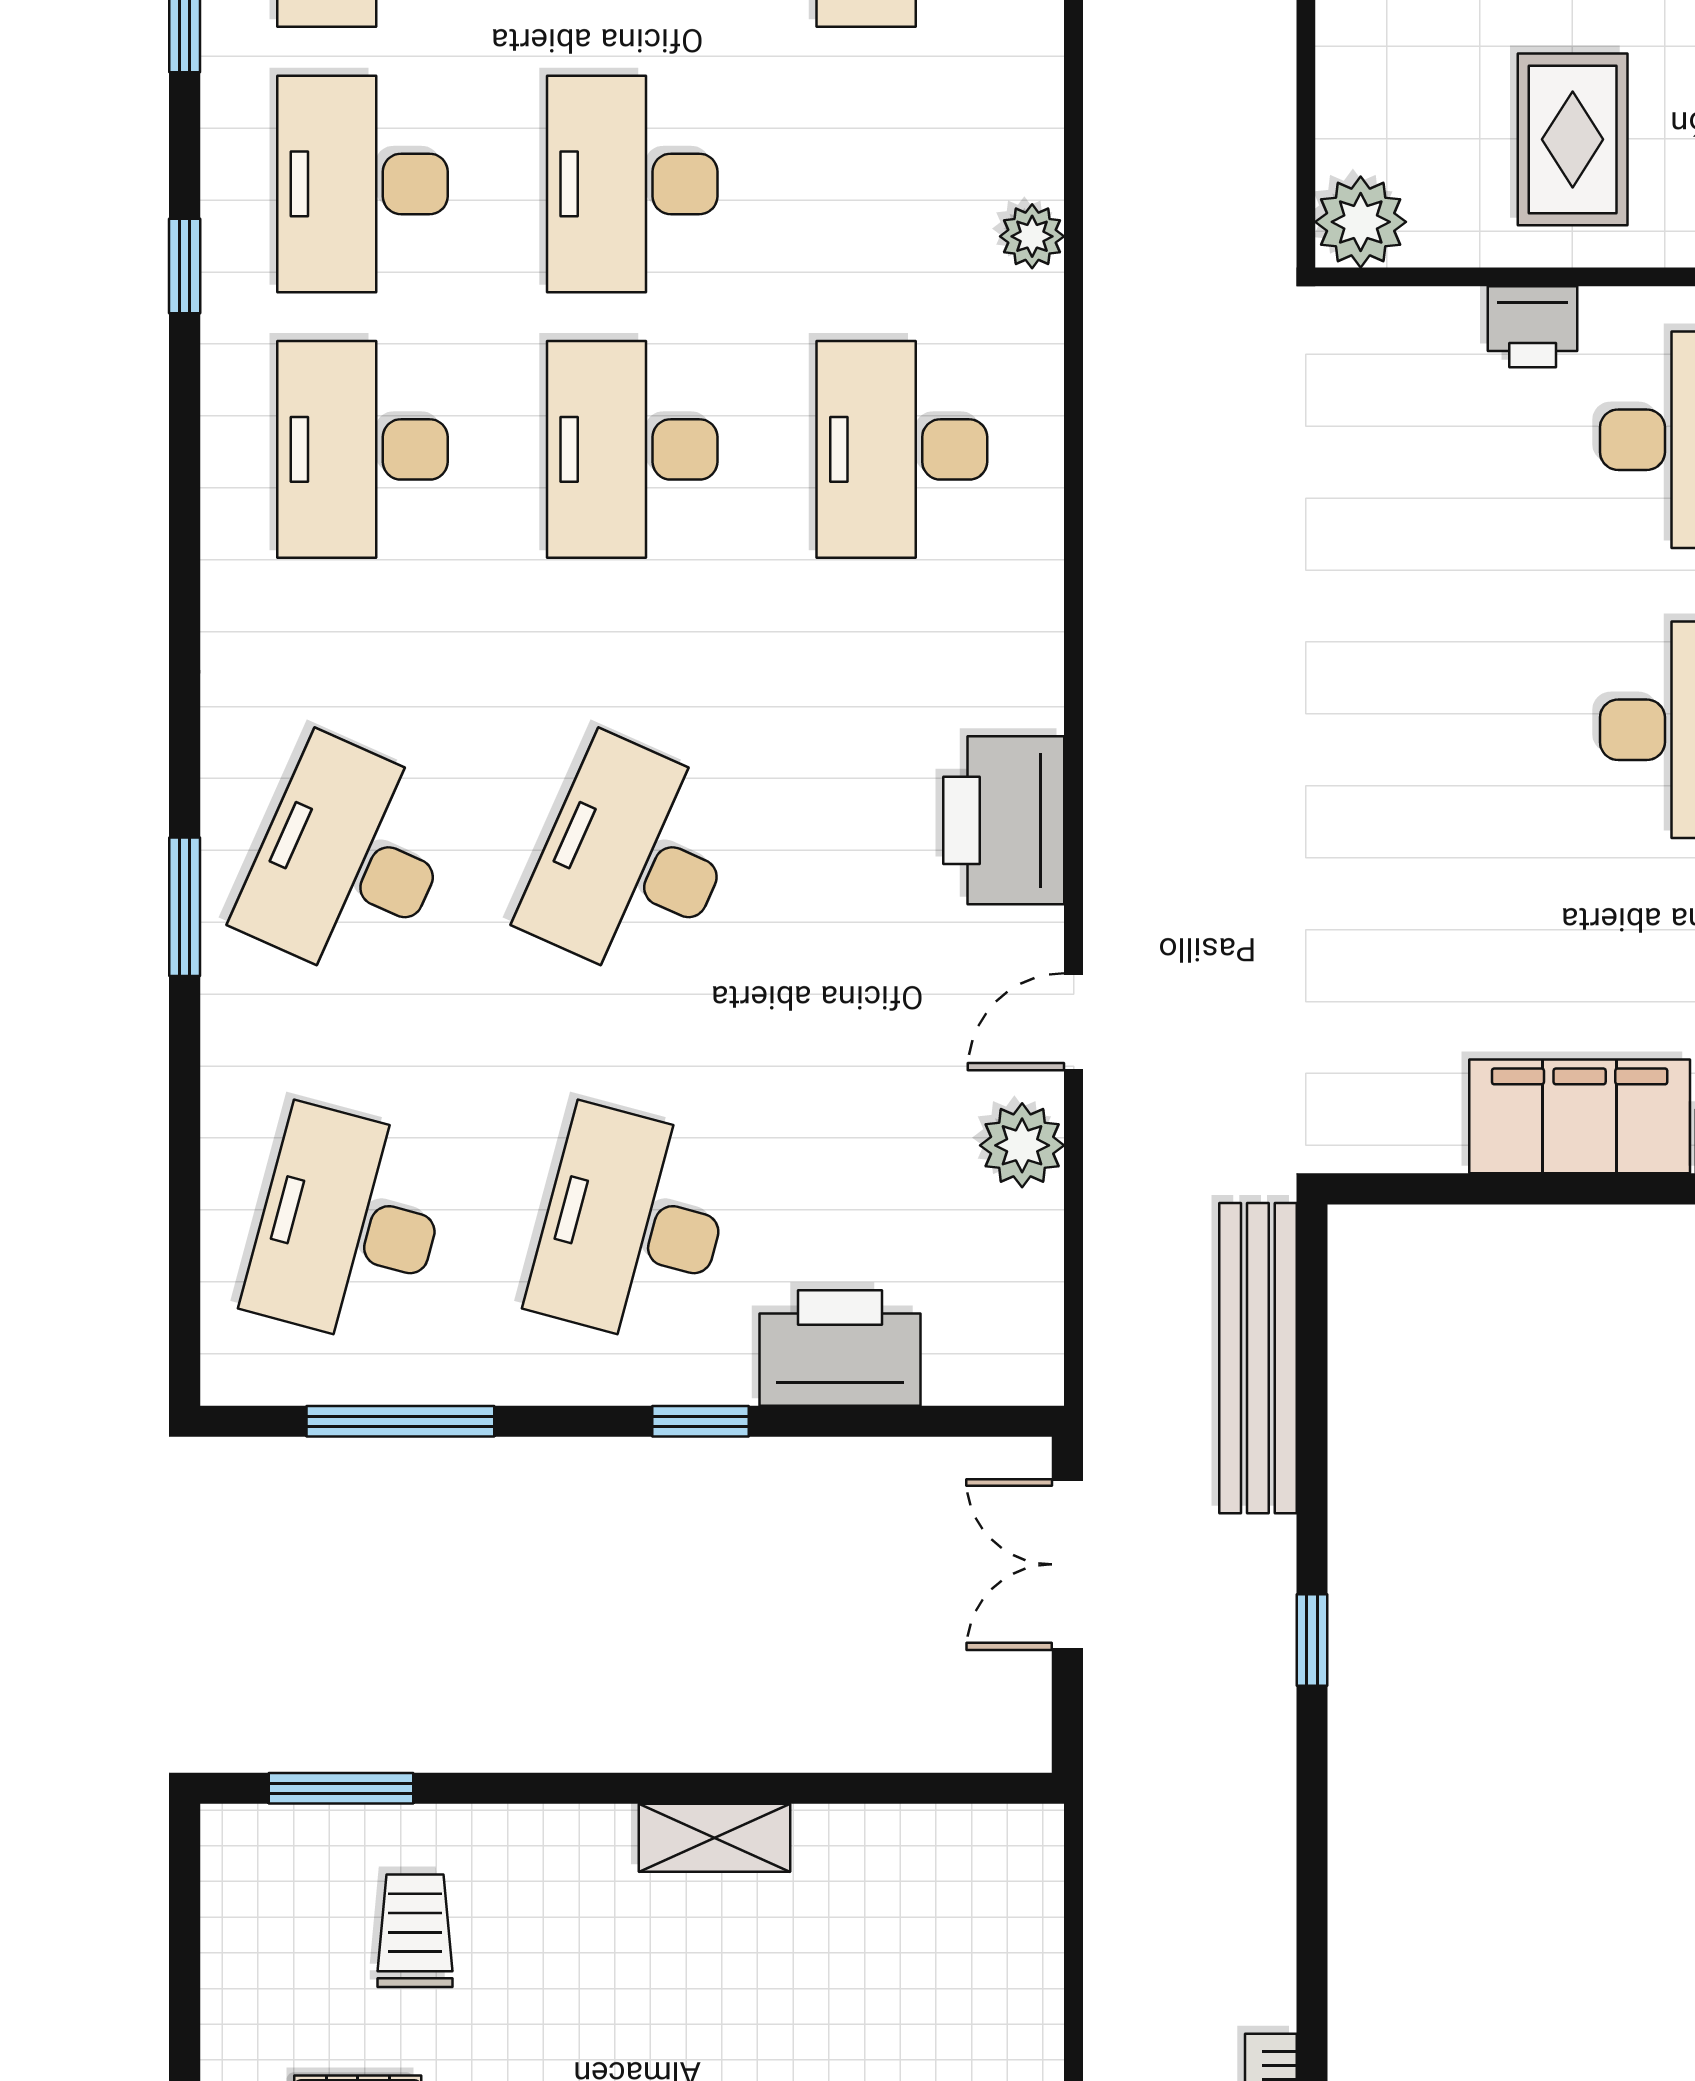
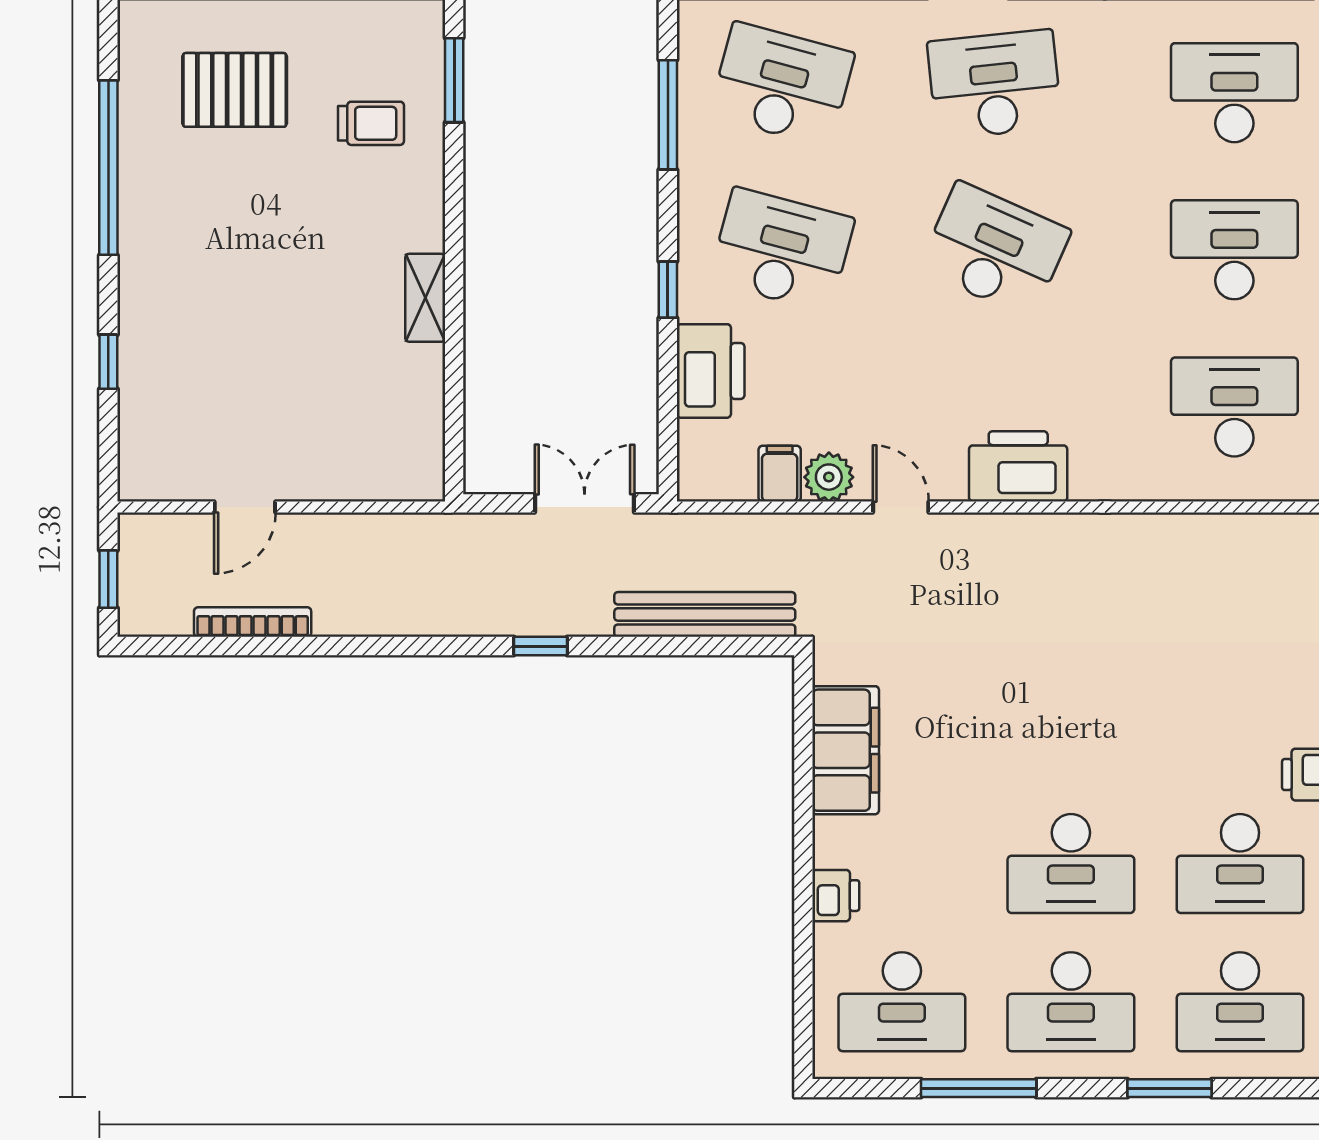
desk: (348, 861) -> (995, 84), turned -30
filing cabinet: (1580, 1116) -> (846, 750), moved
filing cabinet: (1016, 1230) -> (780, 474), added

